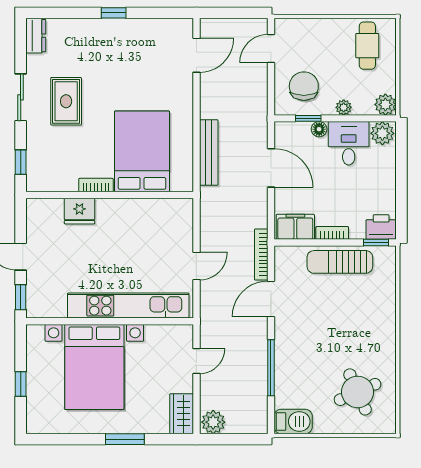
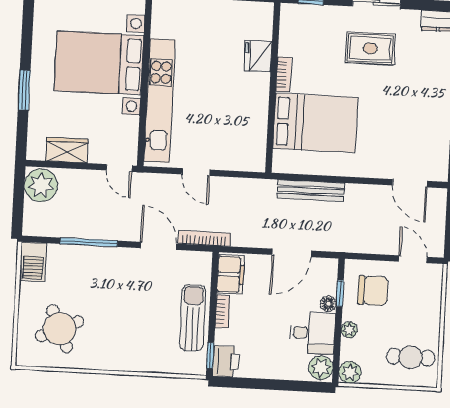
door: (196, 361) -> (119, 168), moved
wardrobe: (182, 414) -> (67, 150), moved
plant: (213, 422) -> (41, 185), width x1.36, depth x1.36

